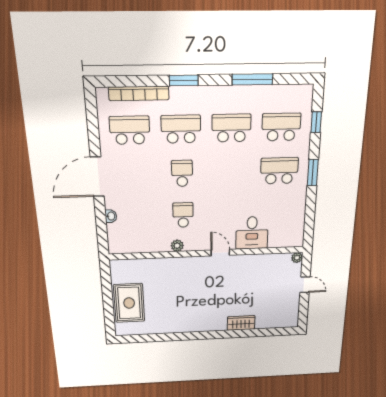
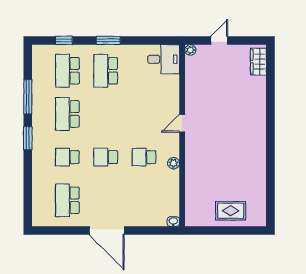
window: (184, 80) -> (28, 138), moved
bookcase: (139, 93) -> (37, 191), removed
school desk: (181, 129) -> (67, 157), width x0.54
washbasin: (111, 216) -> (173, 222), moved
desk: (252, 233) -> (164, 59), moved
rug: (129, 303) -> (231, 211), width x0.73, depth x0.70
wardrobe: (241, 323) -> (258, 62), moved

